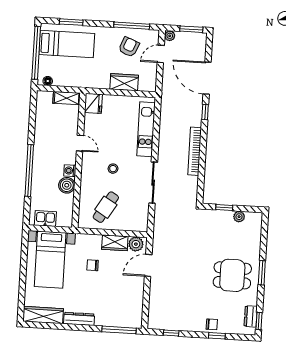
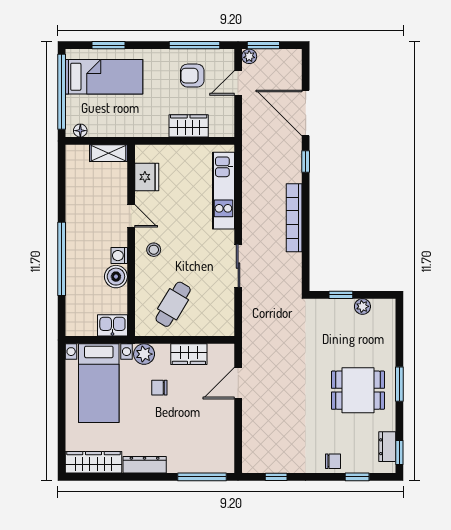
window: (191, 29) -> (263, 45), moved
armchair: (129, 47) -> (192, 76), turned -112
fridge: (93, 103) -> (147, 177), moved
stool: (113, 169) -> (154, 250), moved
sliding door: (153, 183) -> (238, 266), width x0.73
kitchen sink: (45, 218) -> (112, 325), moved
plant: (136, 244) -> (144, 354), moved
window: (217, 336) -> (357, 477), moved

